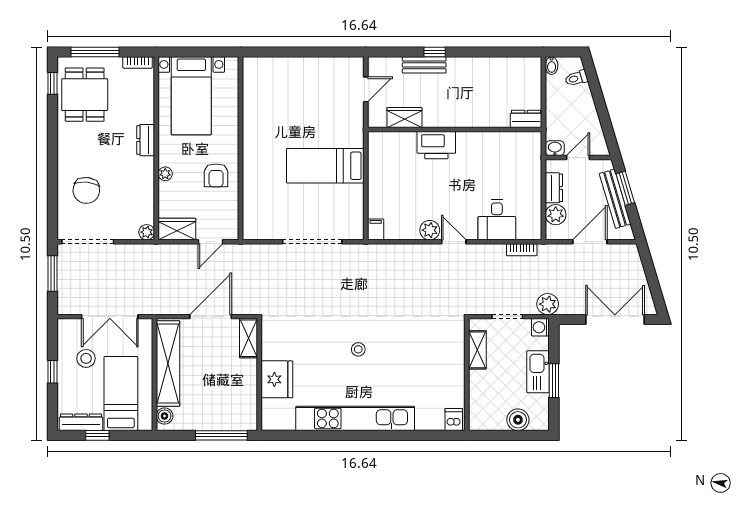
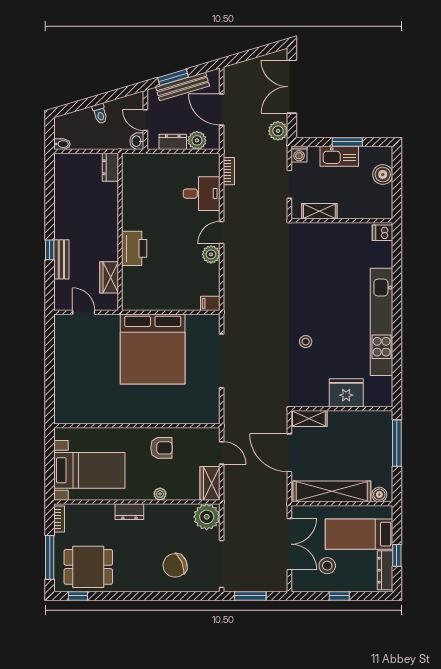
toilet: (576, 78) -> (100, 114), moved
bed: (325, 166) -> (153, 349), width x2.04
chair: (86, 190) -> (175, 565), turned 151
plant: (147, 232) -> (207, 517), width x1.88, depth x1.88
plant: (548, 304) -> (278, 131), moved
stool: (358, 349) -> (306, 342), moved

